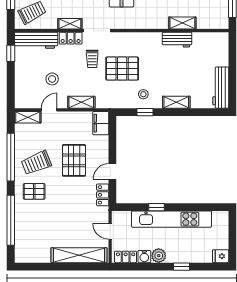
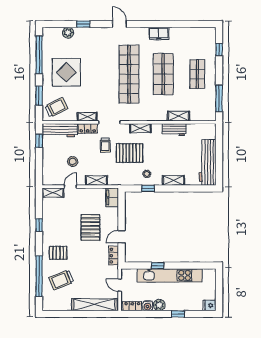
shelving: (136, 38) -> (140, 128), added
workbench: (221, 88) -> (208, 162), width x1.36, depth x1.32
window: (11, 157) -> (39, 225), width x0.32
trolley: (36, 163) -> (61, 280), moved

